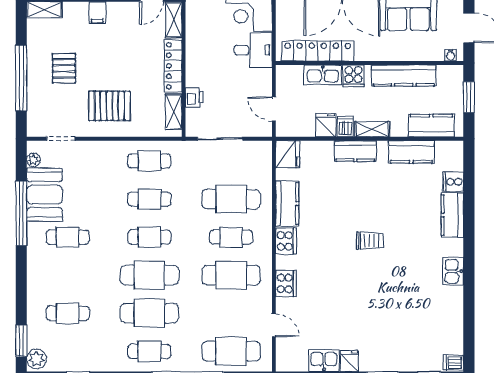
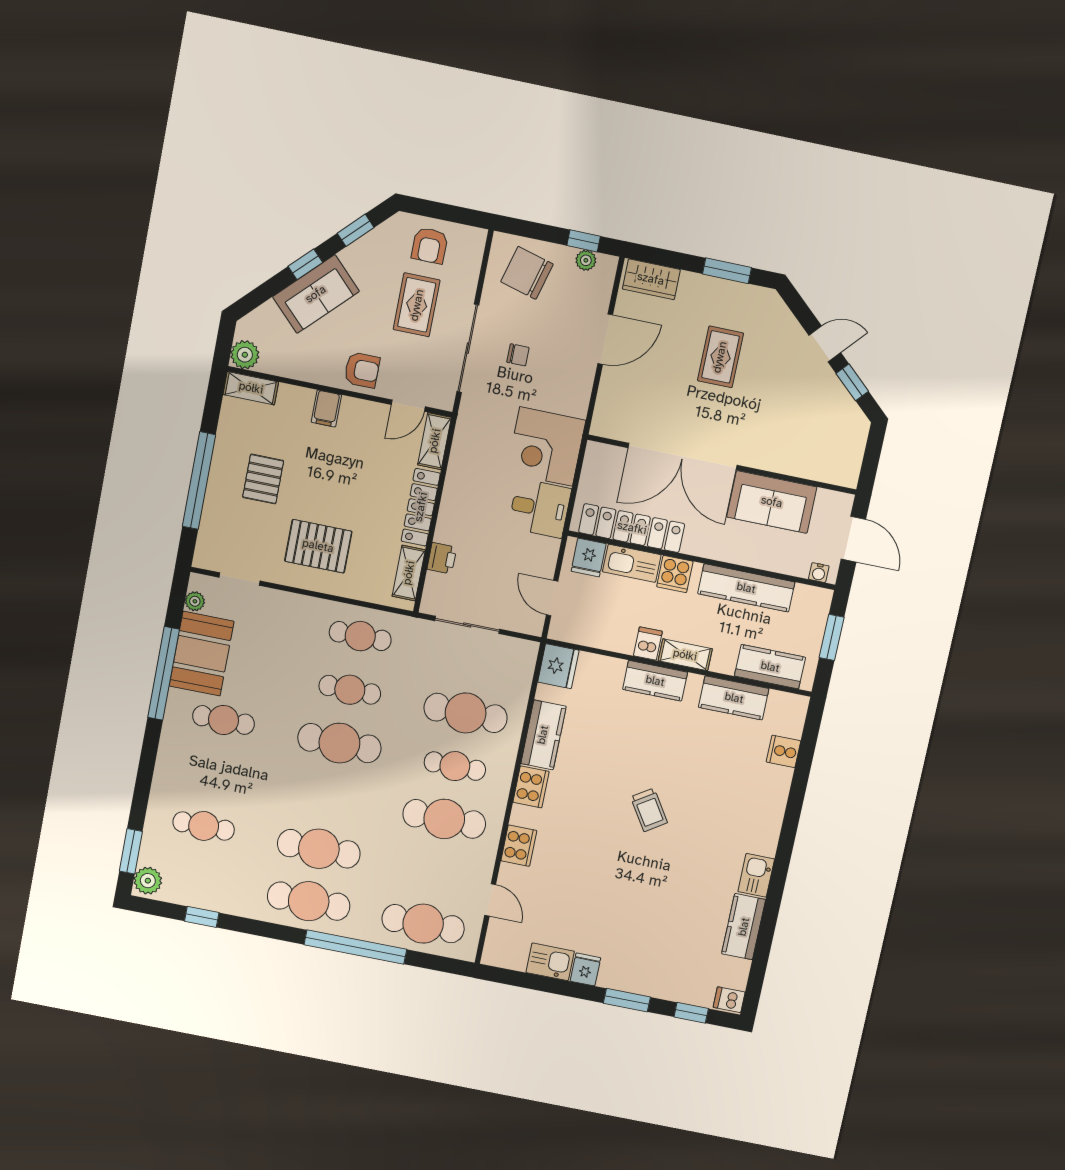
fridge: (326, 125) -> (589, 558), moved, turned 180
kitchen counter: (452, 215) -> (744, 927), moved
cafe table: (149, 237) -> (339, 743), width x1.37, depth x1.35
trolley: (370, 241) -> (649, 810), turned 57
cafe table: (149, 275) -> (329, 796), removed
cafe table: (149, 351) -> (309, 901), width x1.37, depth x1.35

